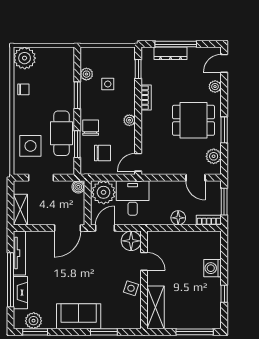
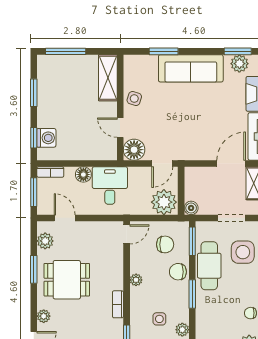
window: (77, 95) -> (192, 294), moved
chair: (91, 128) -> (178, 272), turned 90
window: (77, 144) -> (192, 241), moved
chair: (102, 153) -> (165, 244), turned 180
desk: (133, 198) -> (110, 186), moved, turned 180
door: (67, 228) -> (231, 164), moved
window: (224, 252) -> (34, 138), added
washing machine: (212, 268) -> (46, 138), moved
window: (224, 294) -> (34, 93), width x1.50
sofa: (79, 316) -> (191, 68), width x1.36

